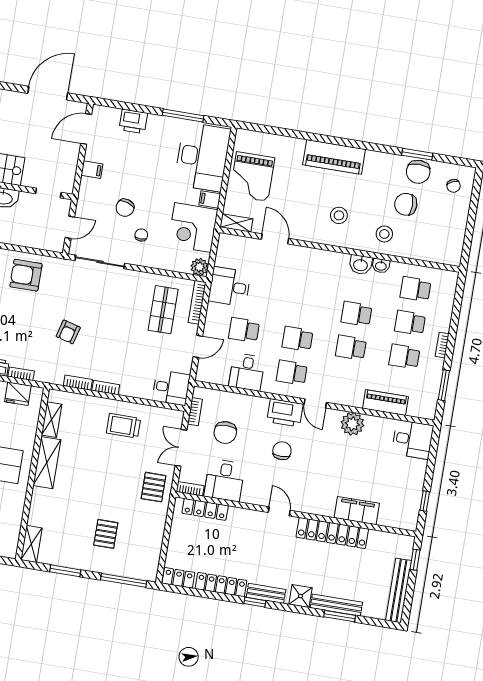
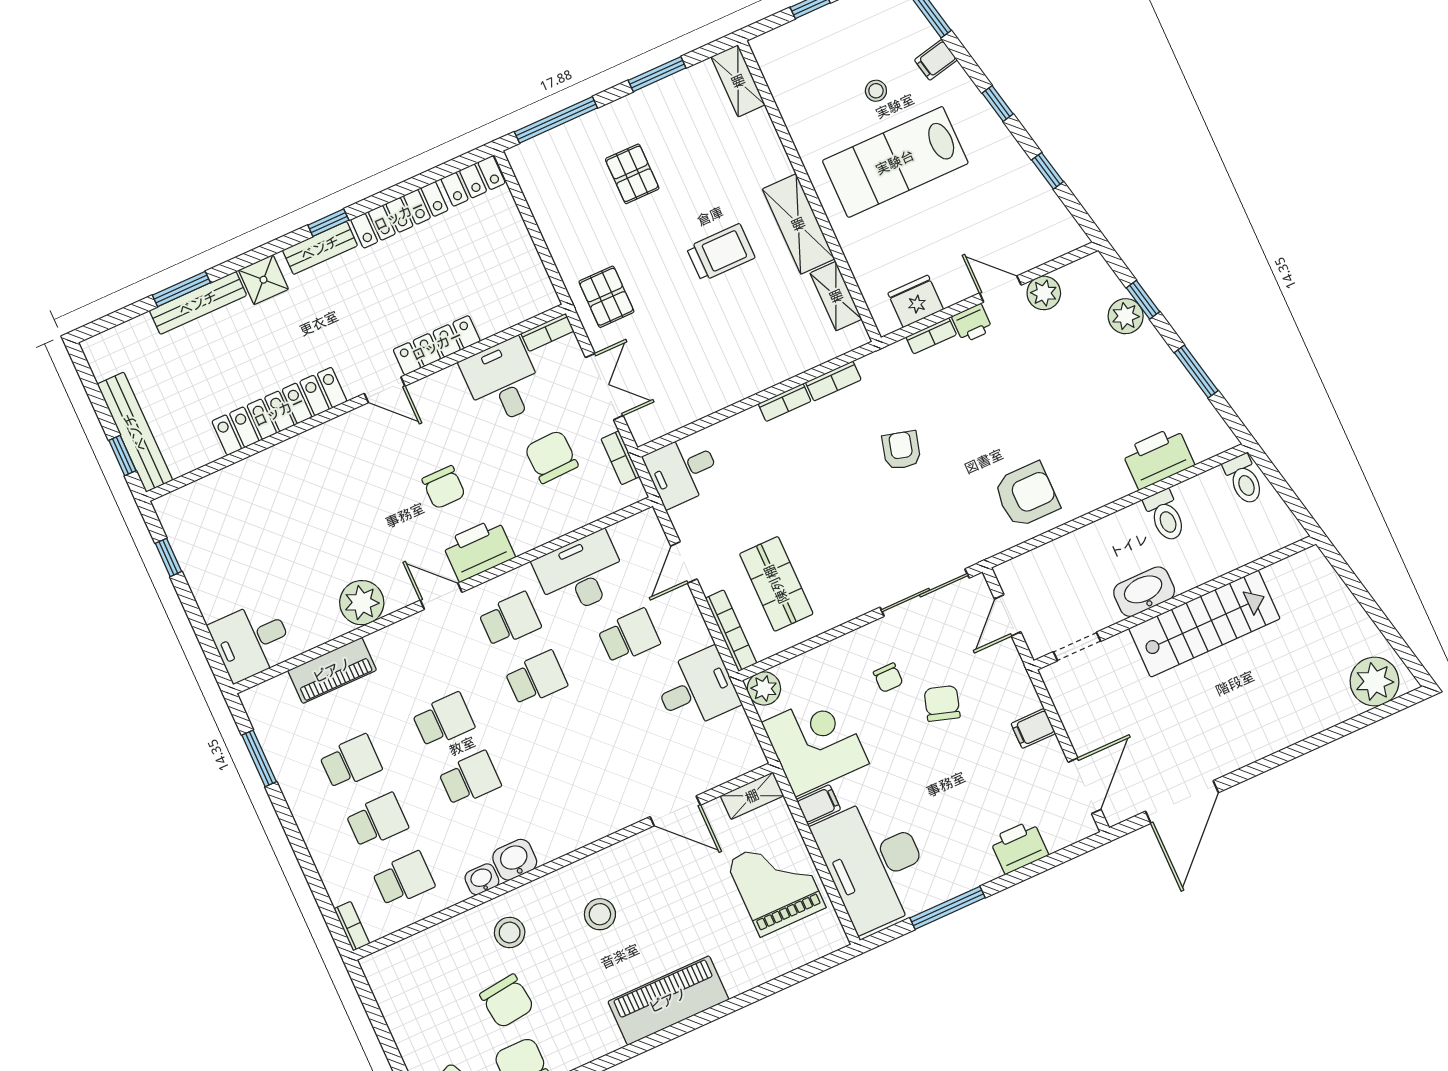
chair: (406, 204) -> (507, 1001), turned 83
bookcase: (442, 345) -> (352, 926), moved
desk: (247, 372) -> (581, 574), width x1.37
trolley: (123, 426) -> (721, 253), moved
locker: (205, 509) -> (437, 345), moved
filing cabinet: (357, 511) -> (265, 472), removed
bench: (399, 590) -> (135, 432), moved

